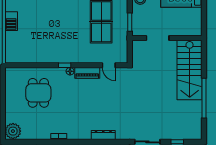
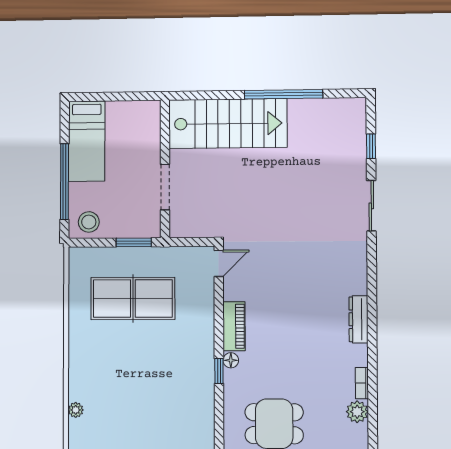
door: (109, 65) -> (219, 263), moved
plant: (45, 134) -> (357, 412), added
dresser: (103, 135) -> (358, 319), moved

